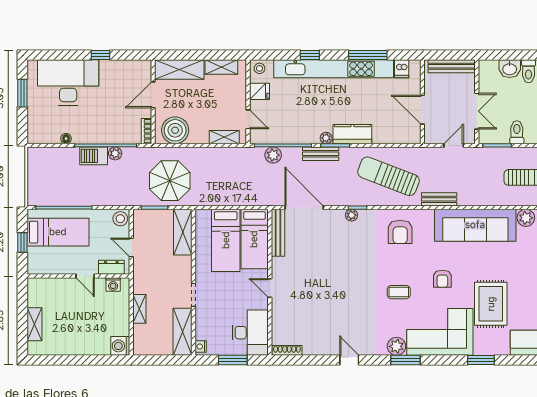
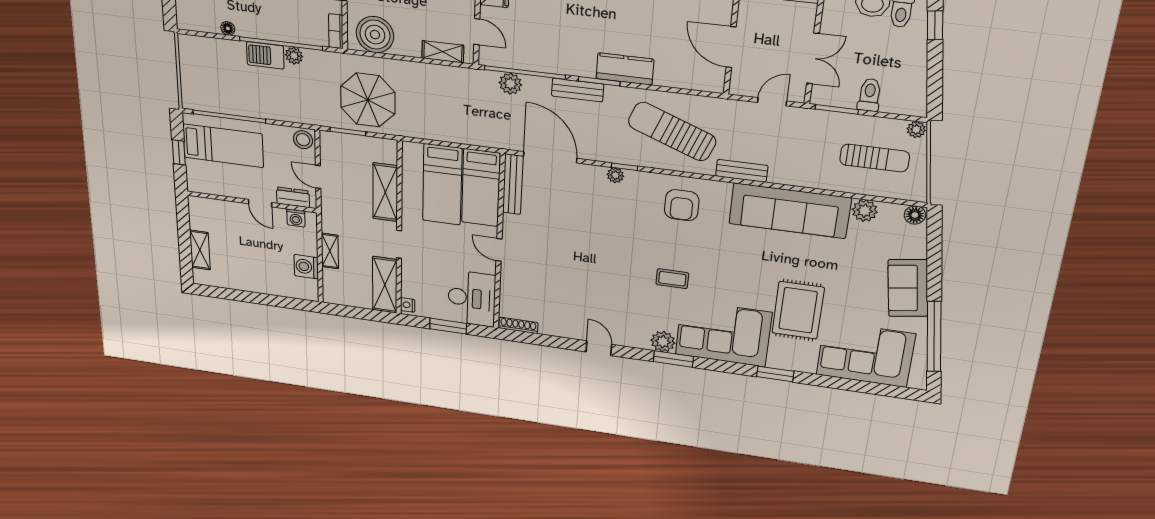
plant: (326, 138) -> (587, 70), removed
shelving: (183, 232) -> (385, 192), moved
armchair: (442, 279) -> (734, 271), removed
washing machine: (120, 346) -> (306, 267), moved

